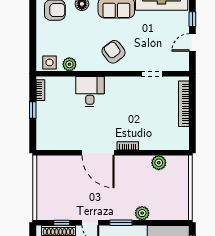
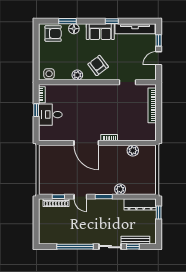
plant: (69, 64) -> (77, 75), moved
desk: (90, 92) -> (50, 115), moved, turned -90

